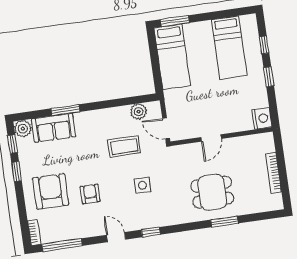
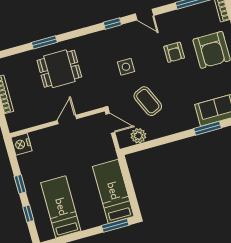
coffee table: (124, 146) -> (148, 101), turned 66

